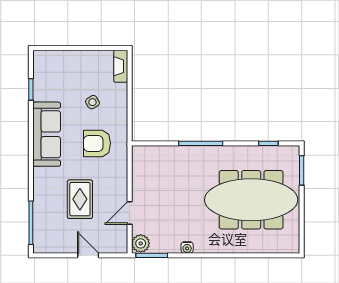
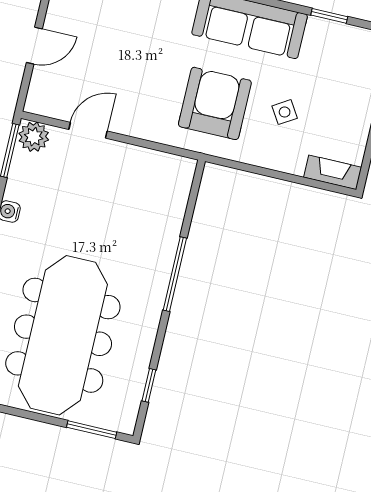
armchair: (97, 143) -> (215, 103), width x1.36, depth x1.36
rug: (80, 199) -> (130, 54), removed
door: (130, 213) -> (88, 130), hinge flipped

